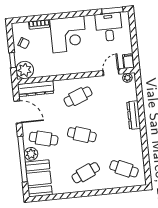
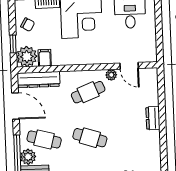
filing cabinet: (128, 61) -> (45, 58), moved
door: (111, 72) -> (129, 66), swing flipped
plant: (127, 78) -> (111, 75), moved
dresser: (134, 115) -> (153, 118), width x0.70

